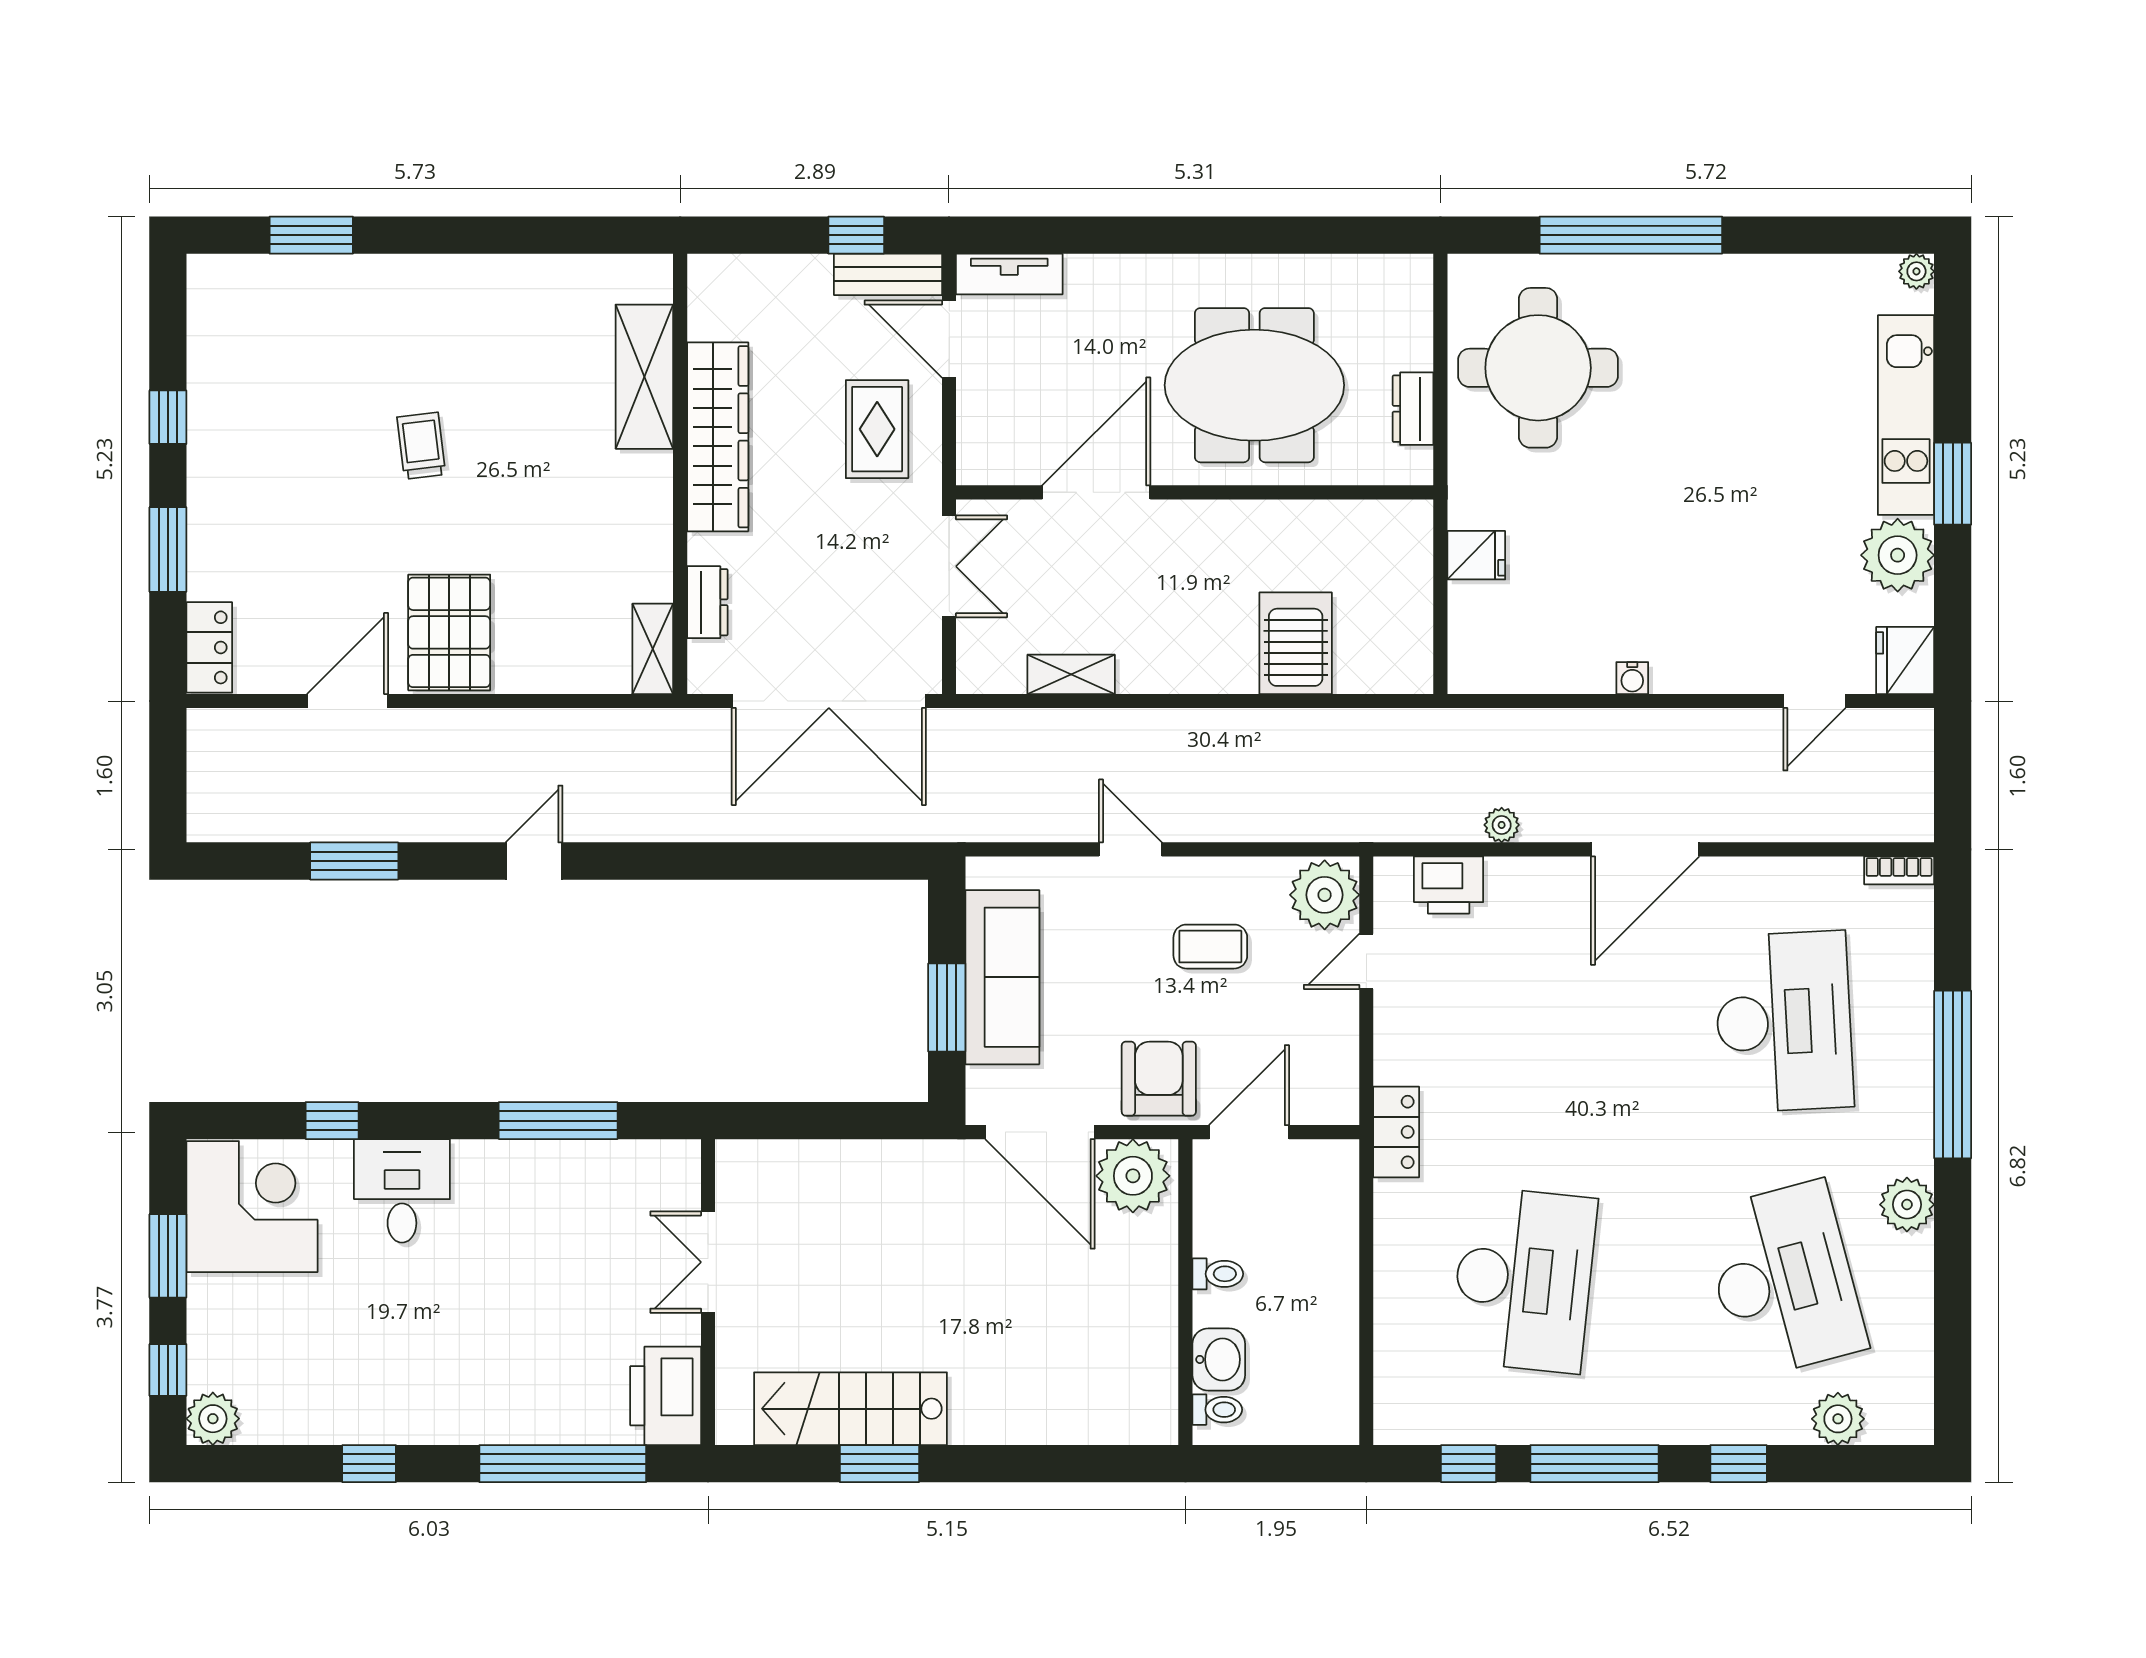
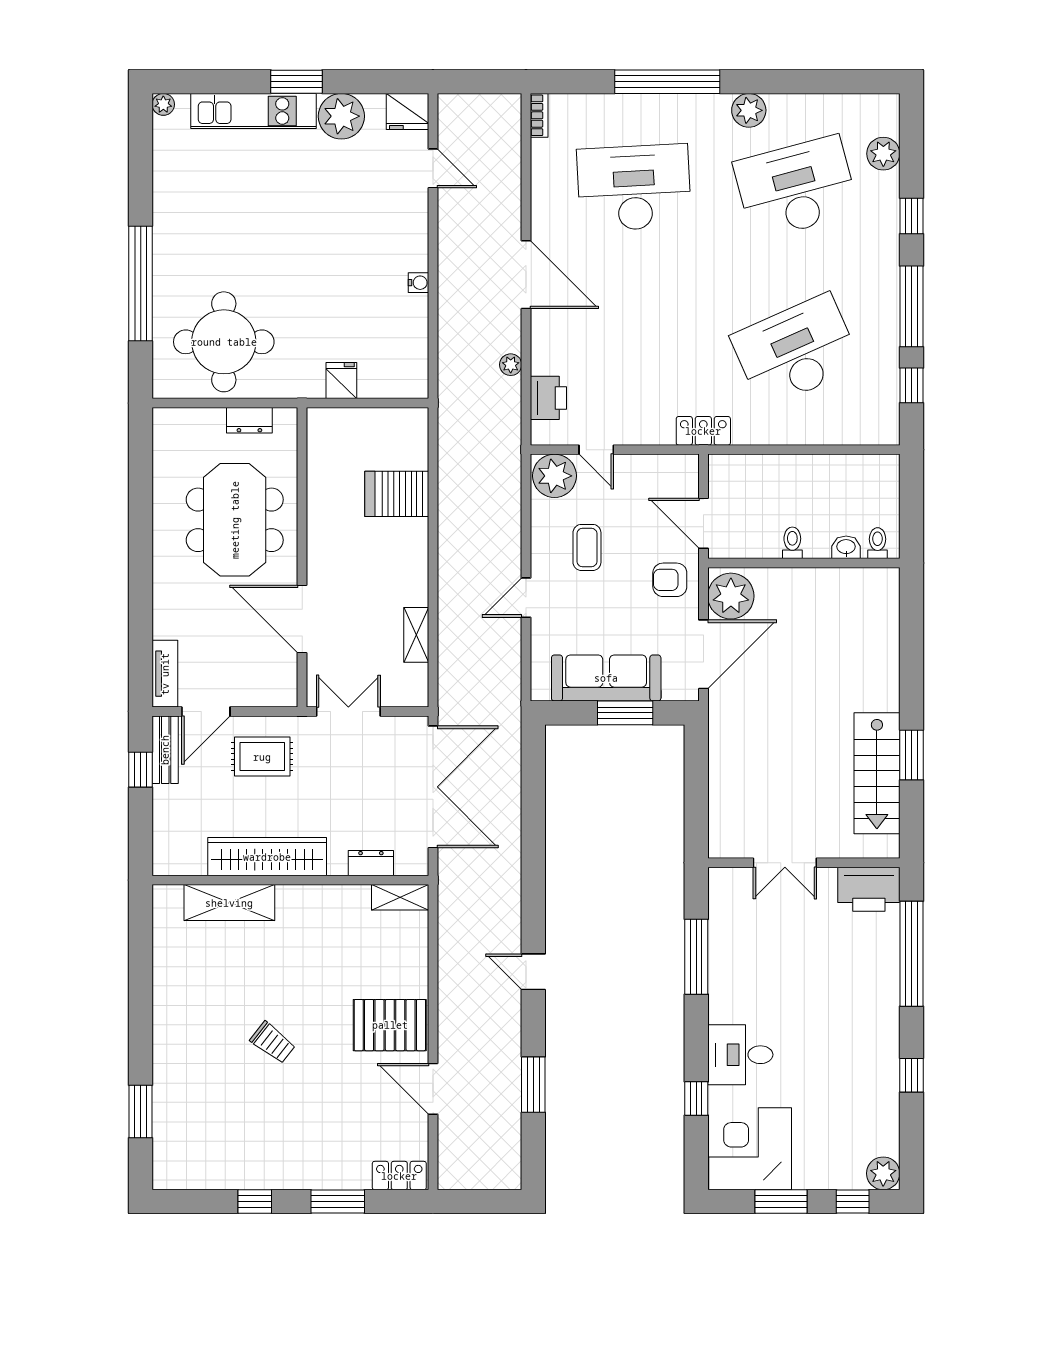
trolley: (421, 446) -> (273, 1043), turned -135
armchair: (1159, 1079) -> (670, 580), width x0.72, depth x0.72
desk: (1524, 1280) -> (796, 351), turned -30
washbasin: (1219, 1359) -> (846, 547), width x0.72, depth x0.69

